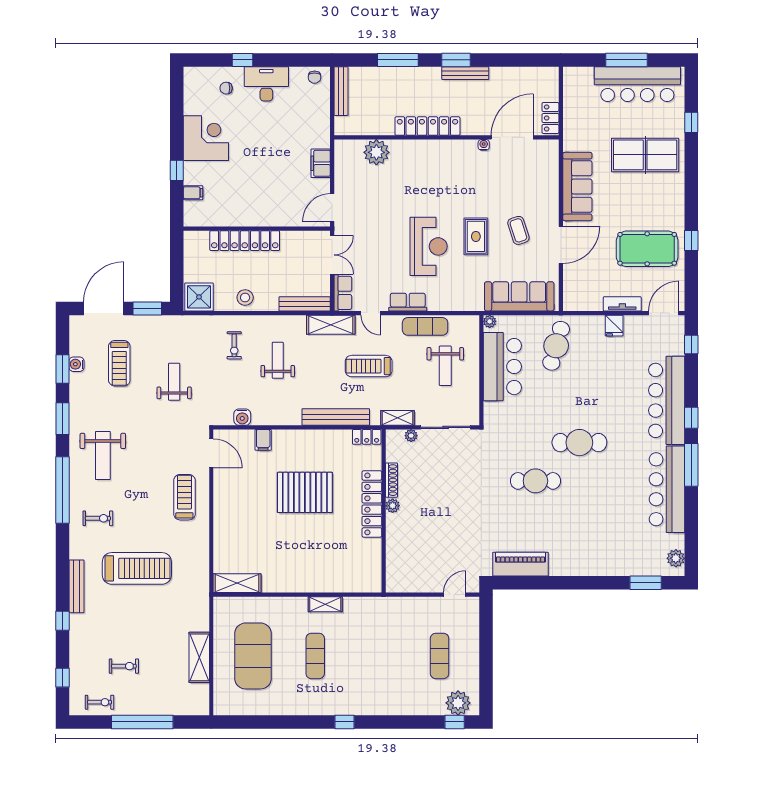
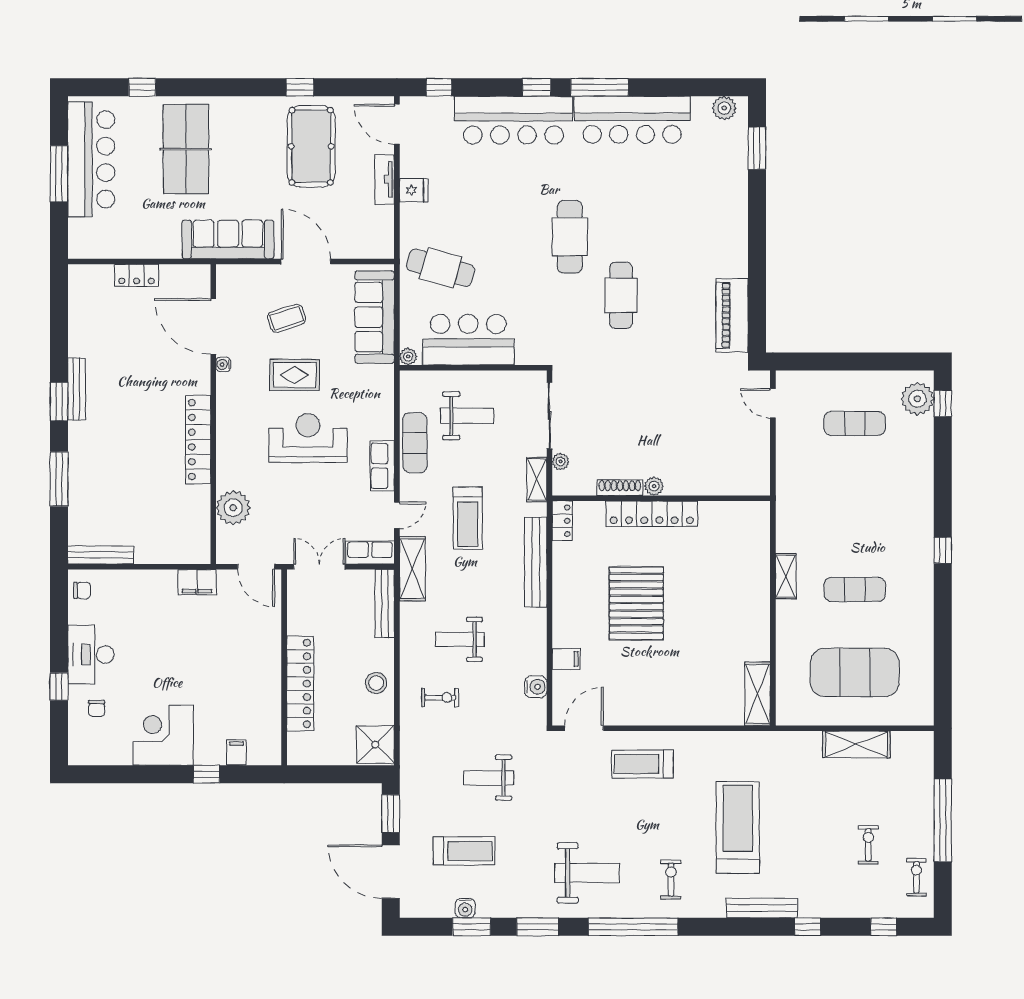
locker: (427, 126) -> (198, 440), moved
wall: (446, 137) -> (213, 414), moved
door: (512, 137) -> (213, 326), moved
water cooler: (484, 145) -> (223, 364), moved
plant: (376, 152) -> (233, 508), moved

